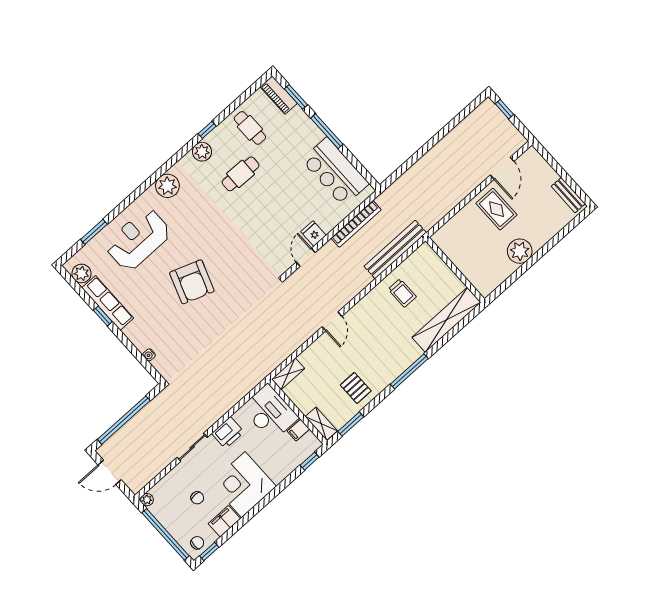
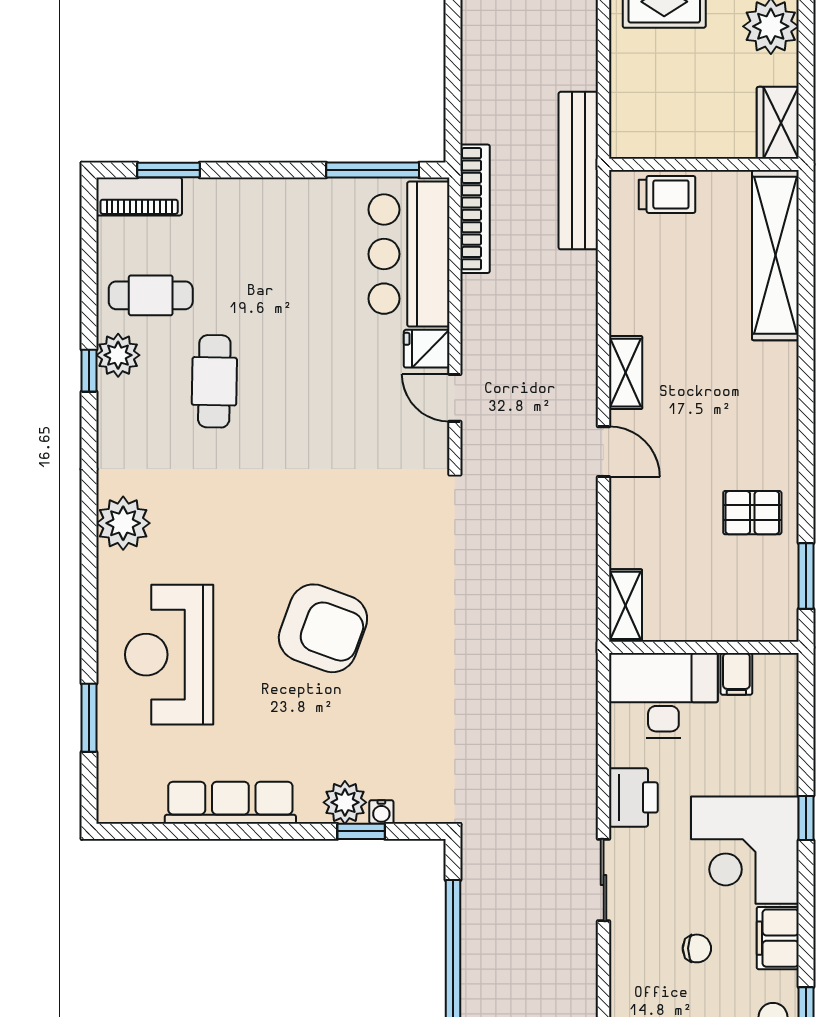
window: (327, 131) -> (373, 170), moved
plant: (202, 152) -> (118, 355), moved
bar counter: (335, 172) -> (409, 254), moved, turned 90
bookcase: (356, 224) -> (475, 209), moved
bench: (395, 249) -> (578, 171), moved
plant: (81, 273) -> (345, 802), moved
wardrobe: (490, 282) -> (778, 123), added
trolley: (402, 293) -> (667, 194), moved
window: (103, 316) -> (361, 831), moved
window: (409, 371) -> (806, 397), removed
shelving: (321, 424) -> (626, 373), moved, turned 90
window: (310, 461) -> (806, 818), moved

